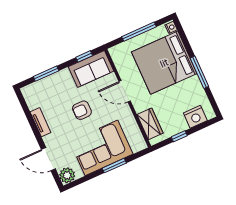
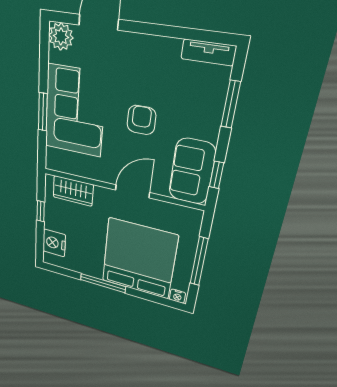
tv unit: (40, 122) -> (208, 52), moved

